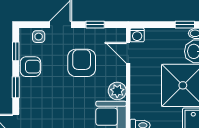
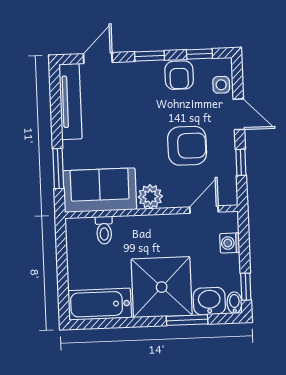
washing machine: (137, 35) -> (230, 243), moved

